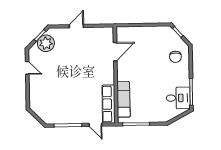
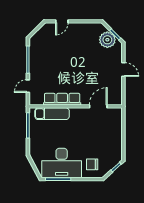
door: (115, 52) -> (98, 106), swing flipped
door: (27, 68) -> (62, 21), moved
desk: (178, 98) -> (62, 163), width x1.87, depth x1.30
row of seats: (109, 104) -> (62, 99), moved

